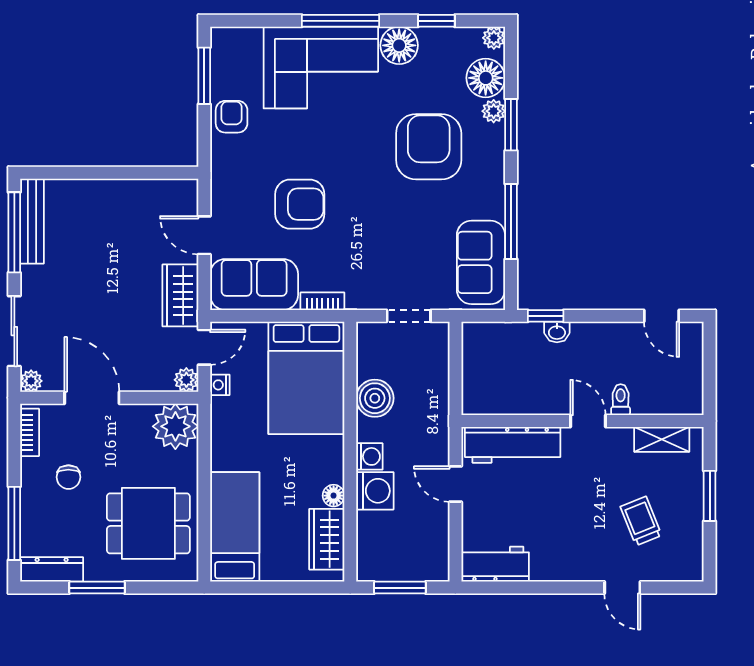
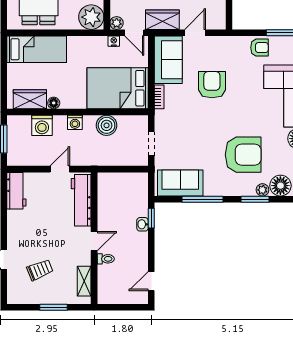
armchair: (300, 204) -> (212, 85), turned 180
washing machine: (375, 491) -> (42, 125), moved

